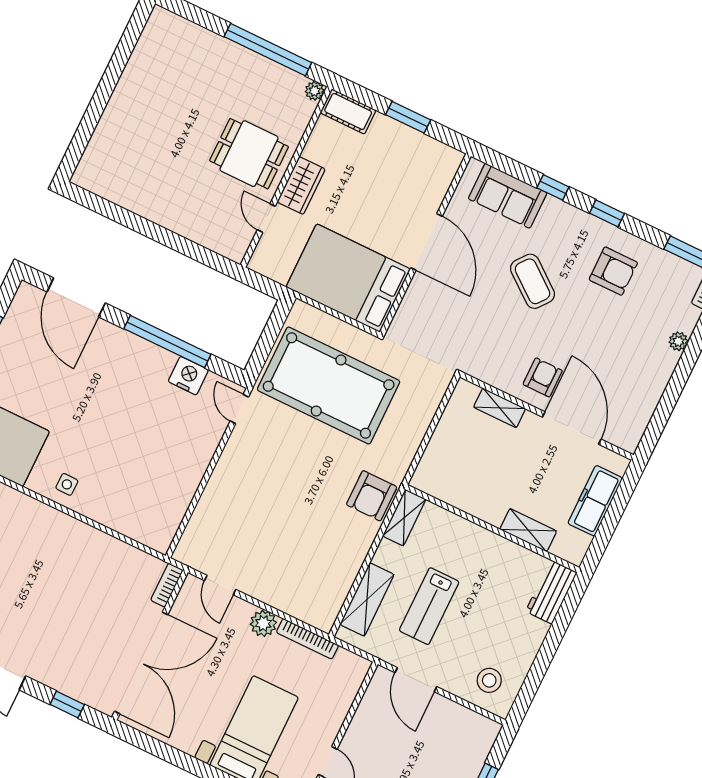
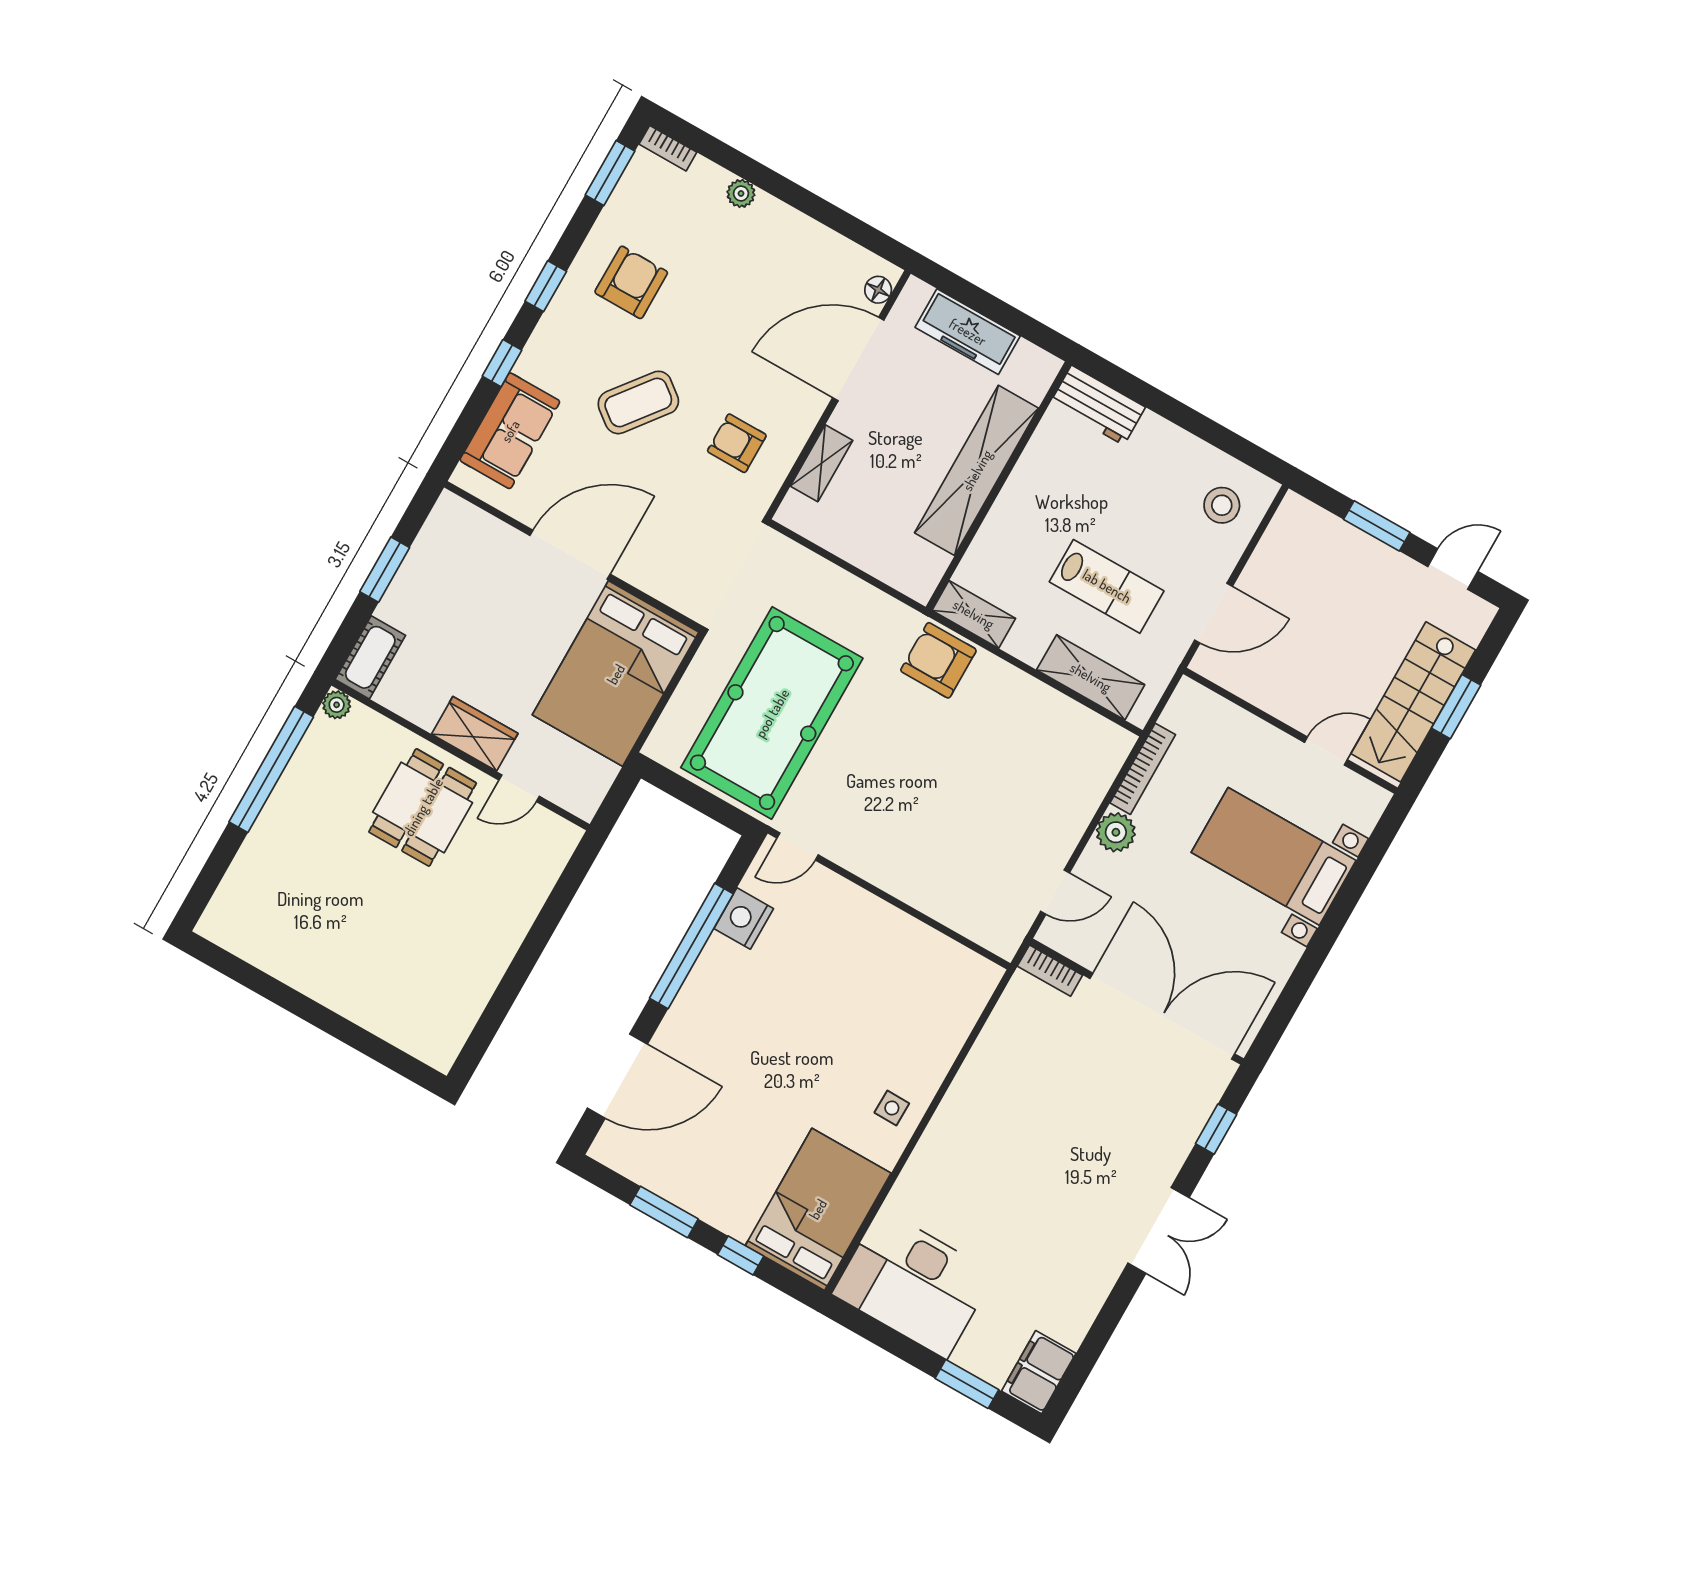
armchair: (543, 377) -> (737, 443), moved
floor lamp: (619, 438) -> (878, 290), added
armchair: (372, 496) -> (938, 660), turned 180
shelving: (528, 530) -> (977, 470), width x2.20, depth x1.33

